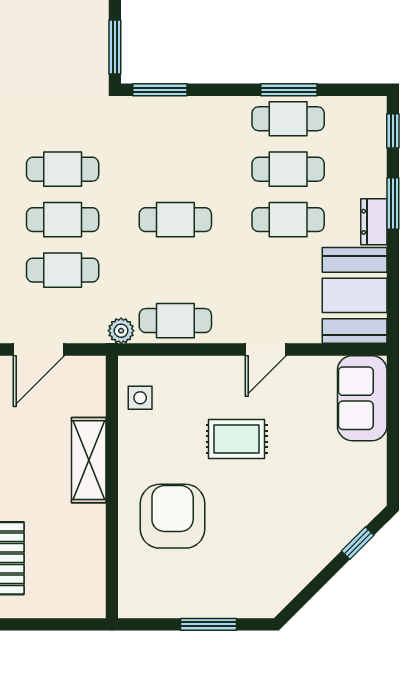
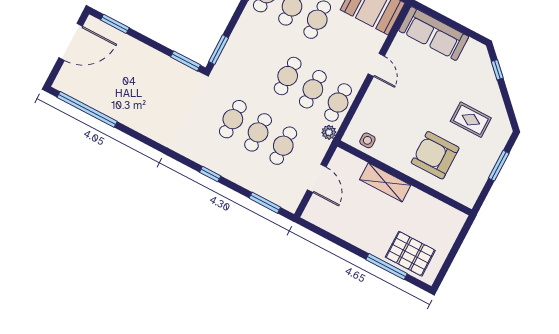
cafe table: (175, 270) -> (313, 89), added
sofa: (362, 398) -> (434, 34), width x1.36
rug: (237, 439) -> (471, 120), moved, turned 90

